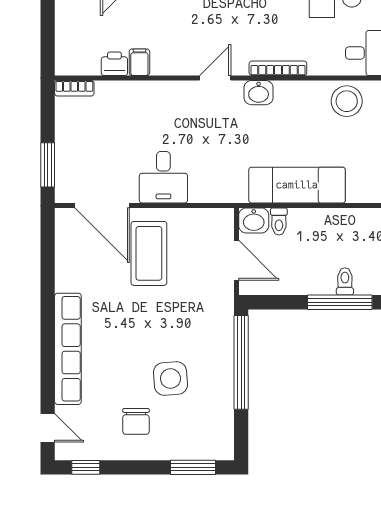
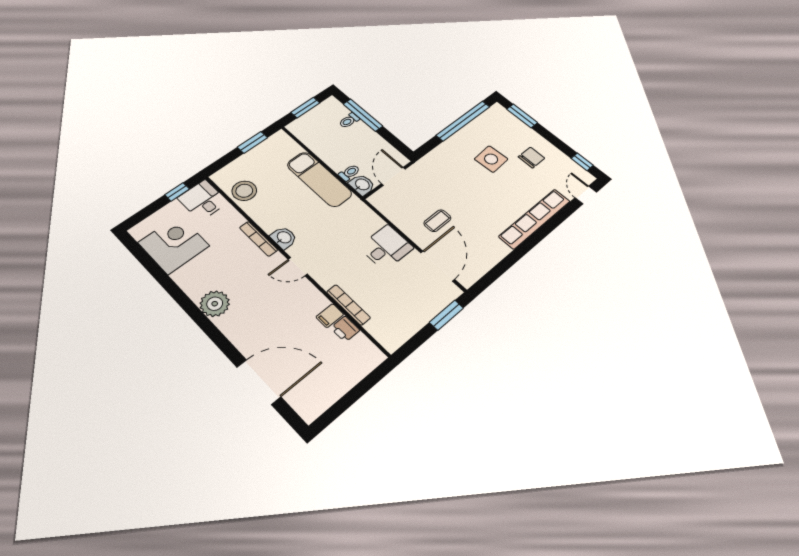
bookcase: (74, 88) -> (348, 305), moved, width x1.56
coffee table: (149, 253) -> (437, 221), width x0.54, depth x0.58
window: (241, 362) -> (463, 121), moved

